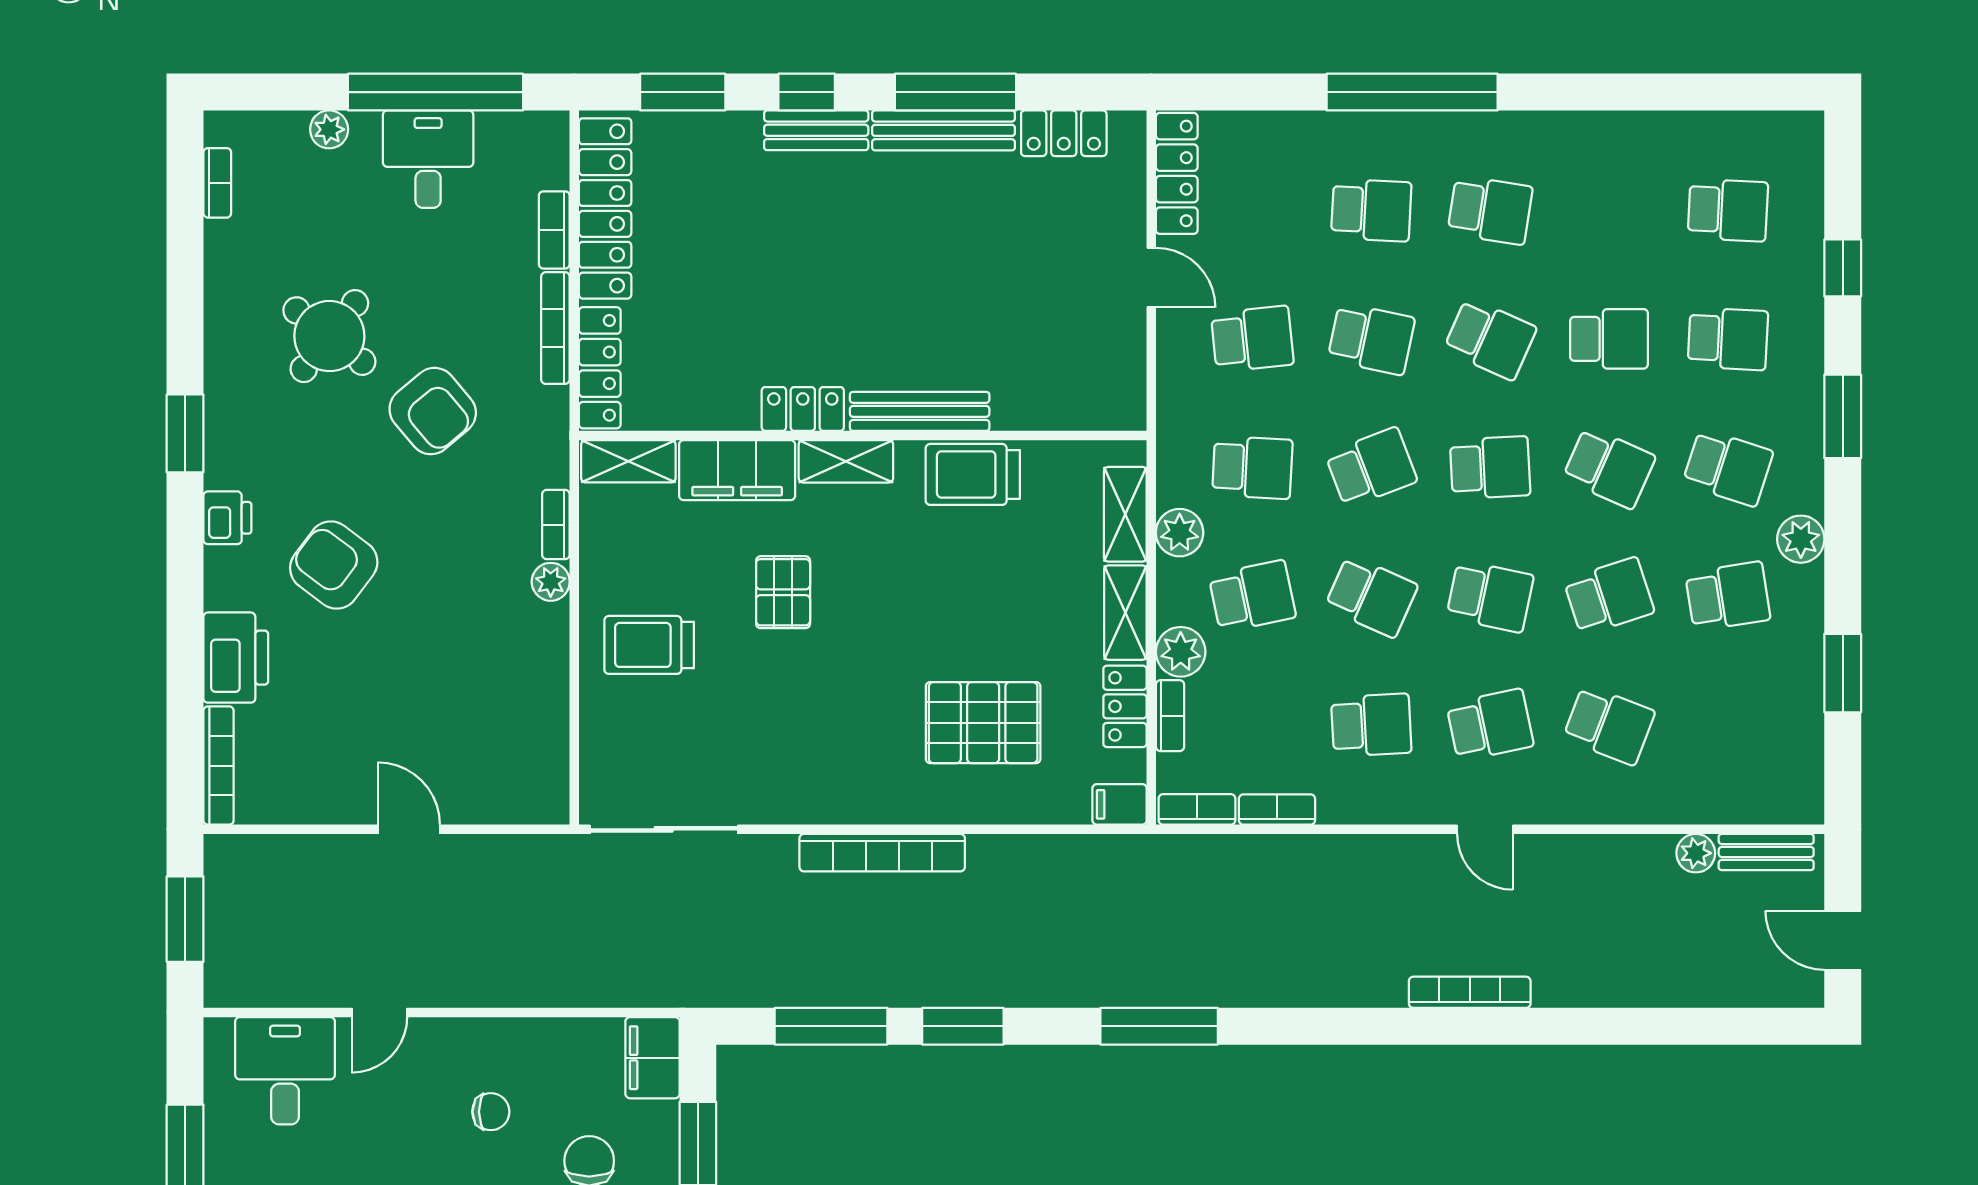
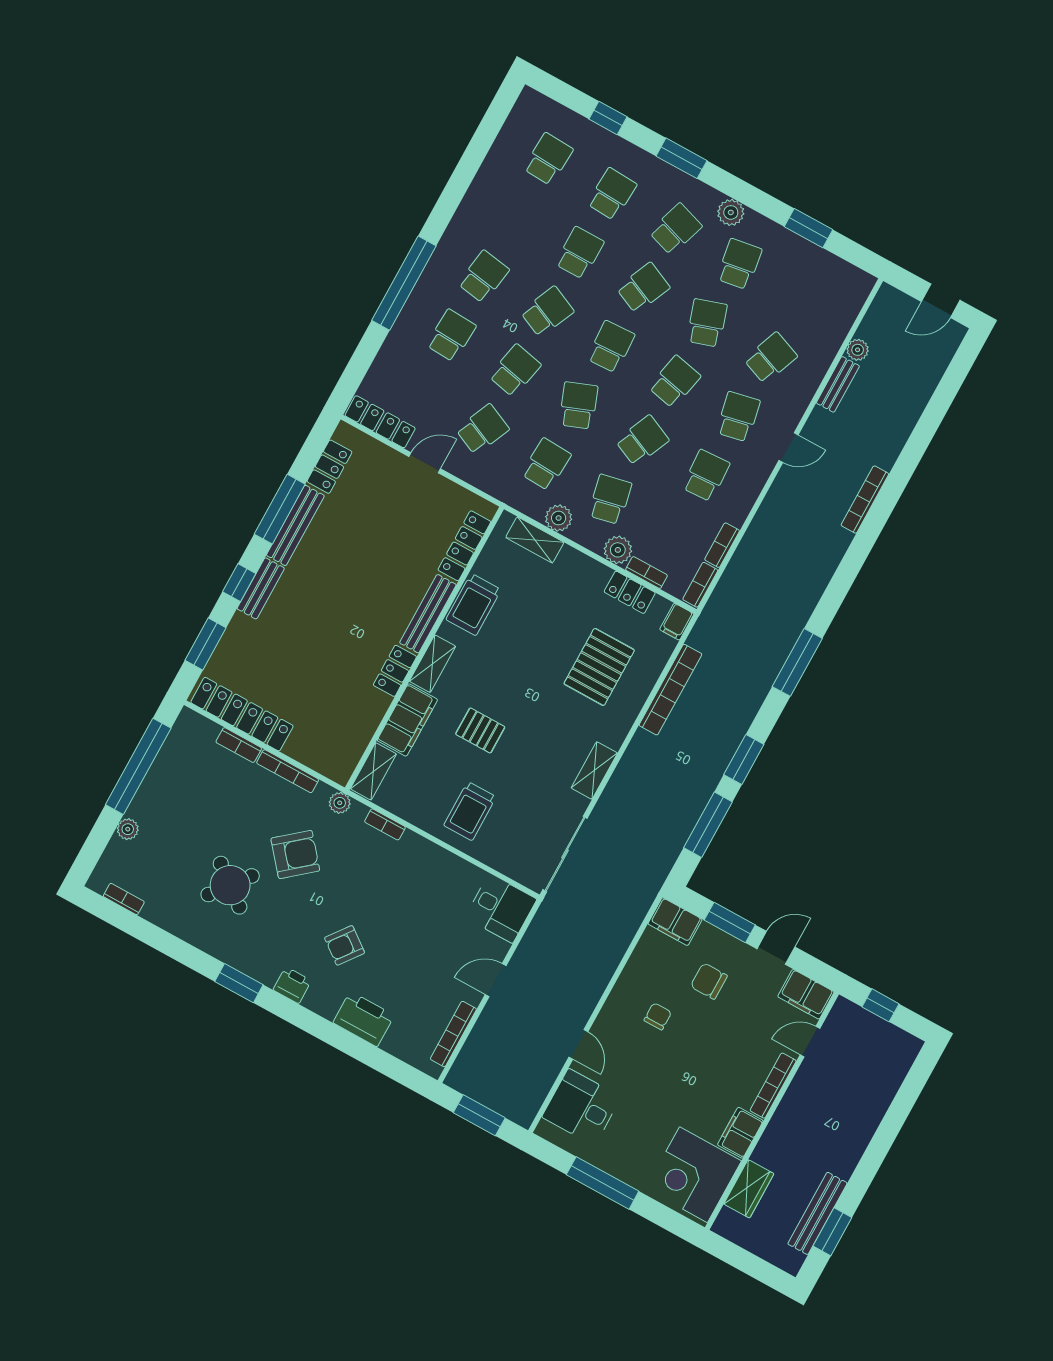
desk: (428, 159) -> (501, 908), moved, turned 180
school desk: (1252, 339) -> (483, 429), turned 30
locker: (600, 368) -> (464, 546), moved, turned -90
armchair: (334, 565) -> (345, 945), width x0.72, depth x0.72
plant: (551, 582) -> (340, 803), moved
shelving: (1125, 613) -> (594, 771), moved, turned 90
bookcase: (219, 766) -> (453, 1034), moved, turned -90
bench: (1766, 852) -> (838, 384), moved
bookcase: (882, 853) -> (670, 690), moved

